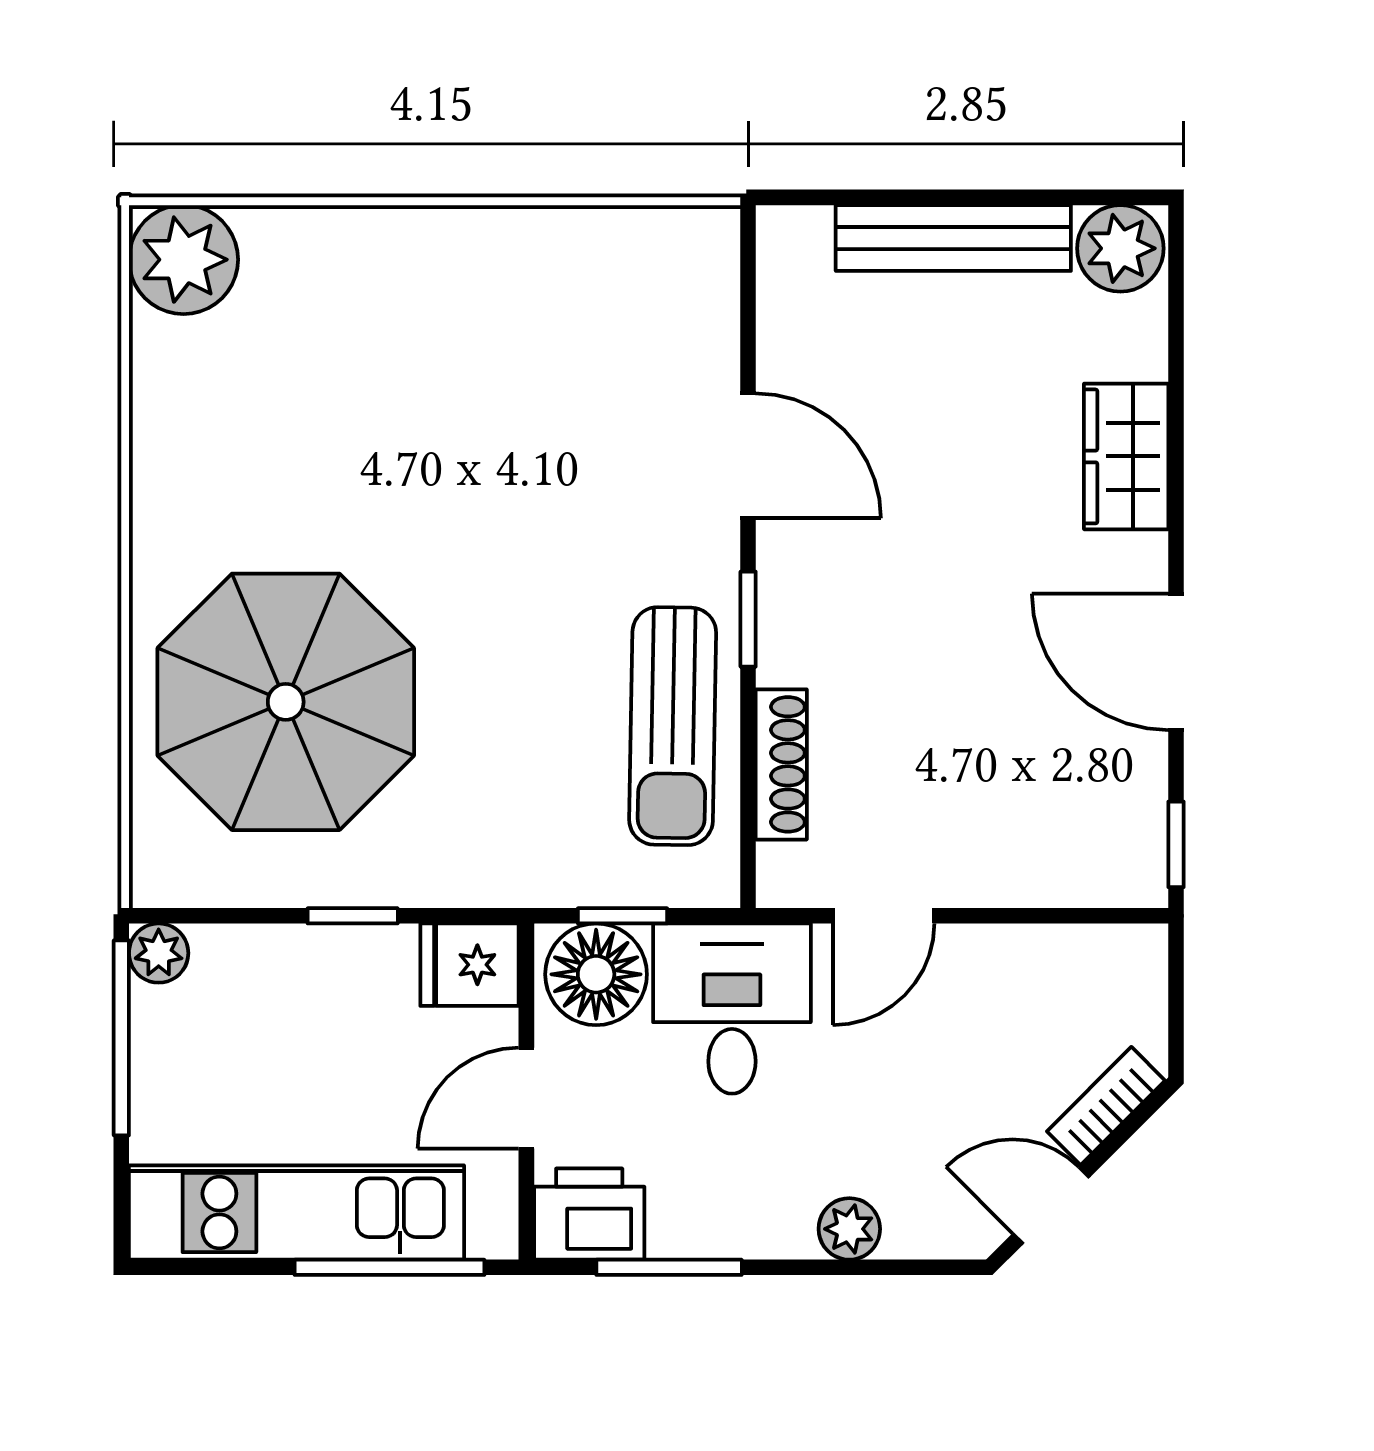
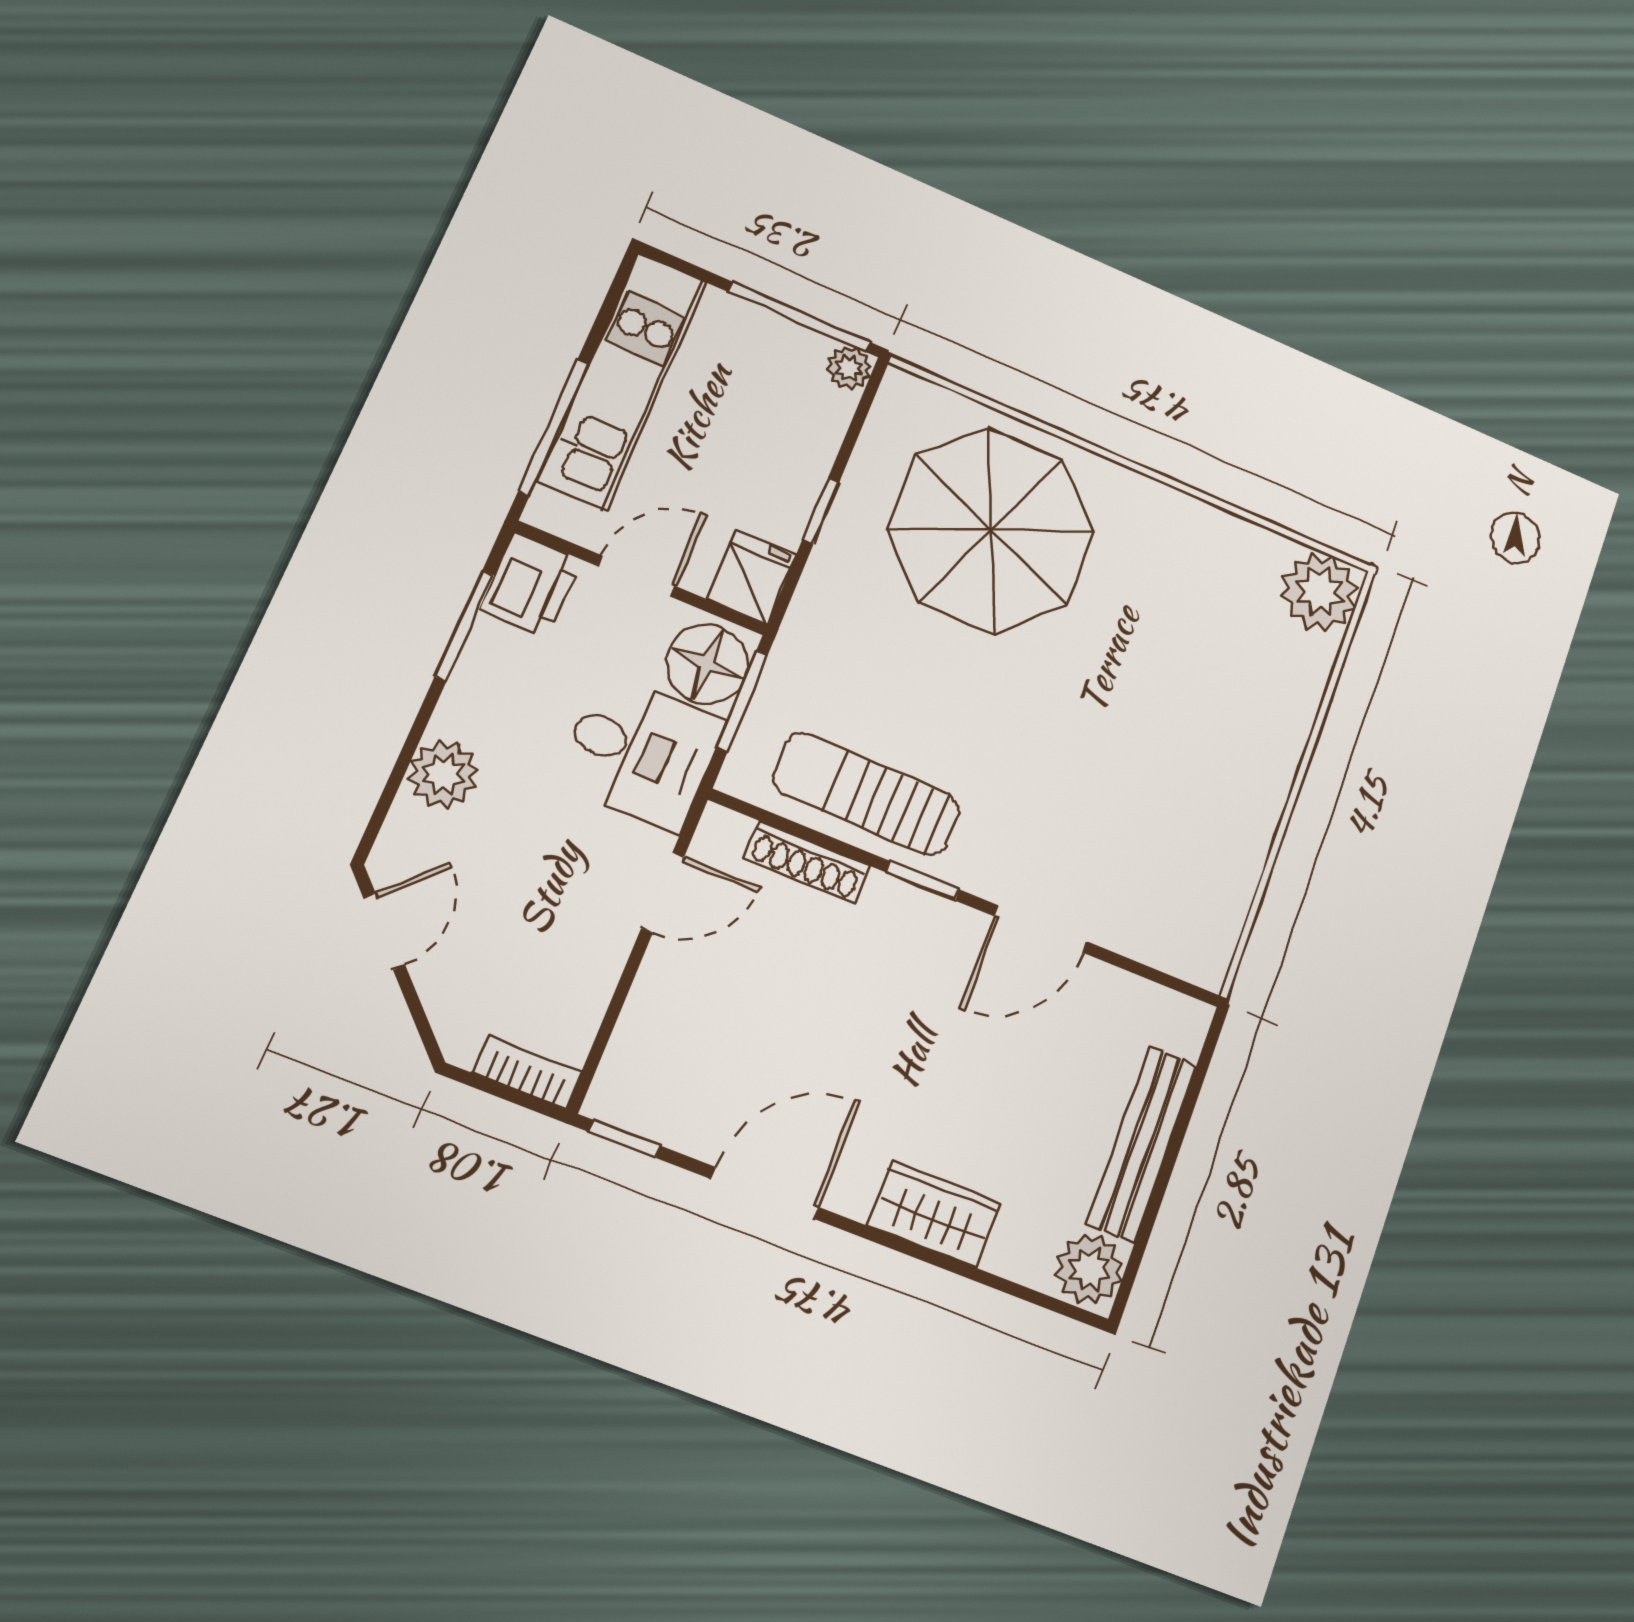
window: (622, 916) -> (742, 701), width x1.50
door: (884, 916) -> (663, 892), swing flipped
door: (526, 1098) -> (637, 576), hinge flipped
bookcase: (1106, 1106) -> (527, 1072), moved, turned -45
plant: (849, 1229) -> (443, 774), width x1.38, depth x1.38

